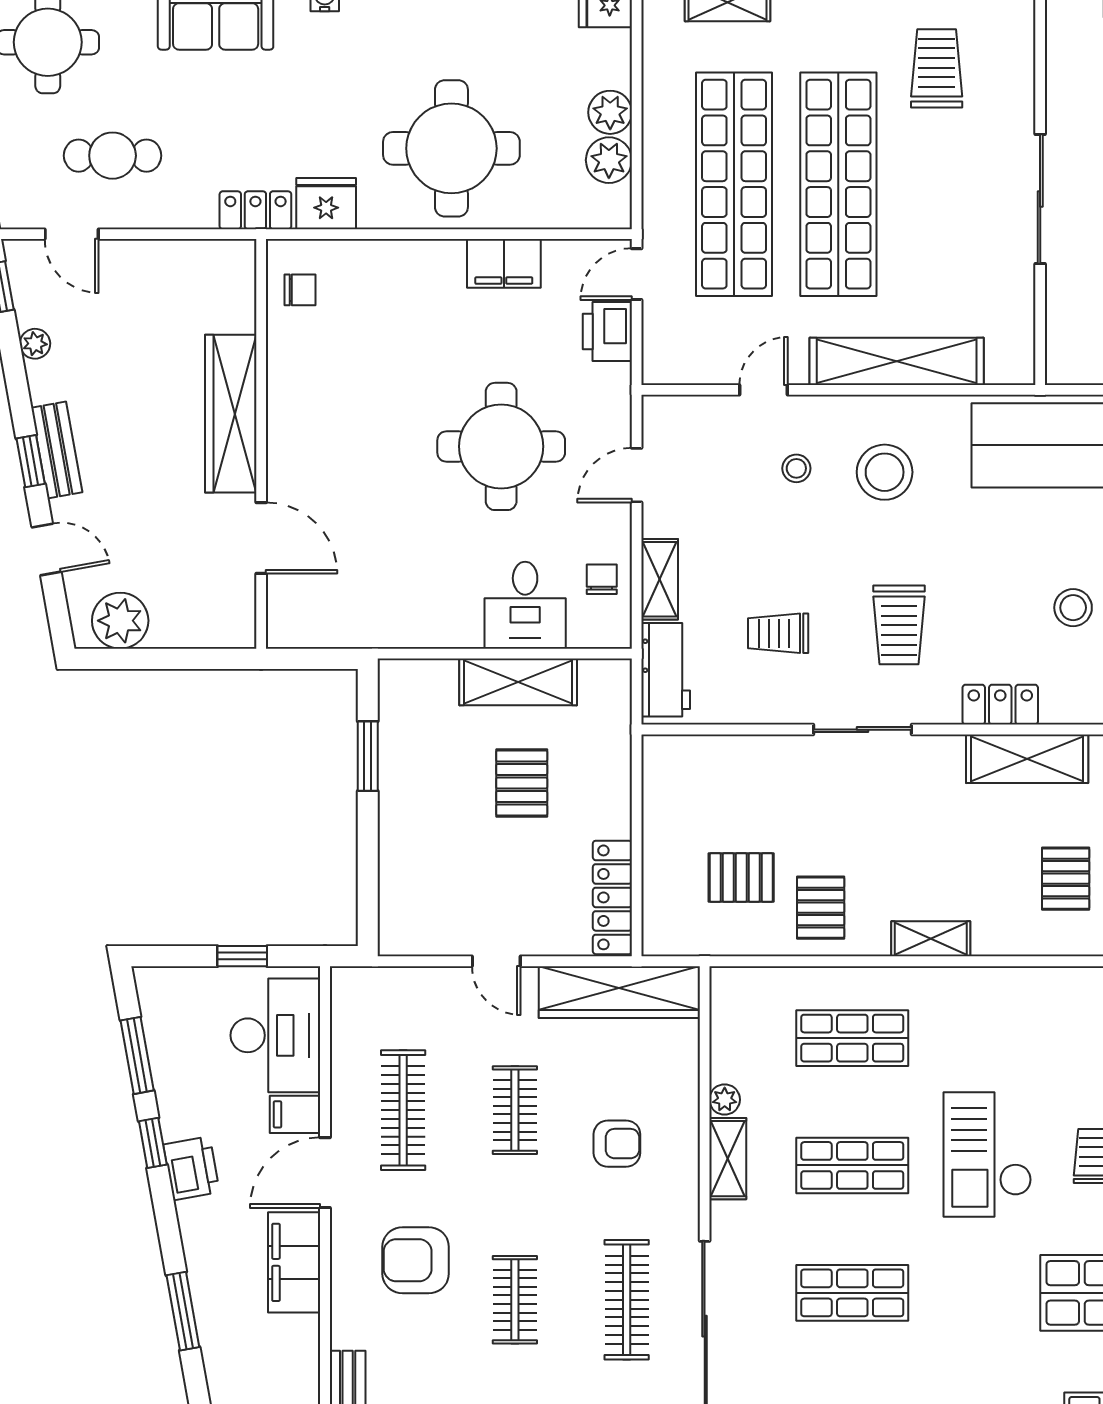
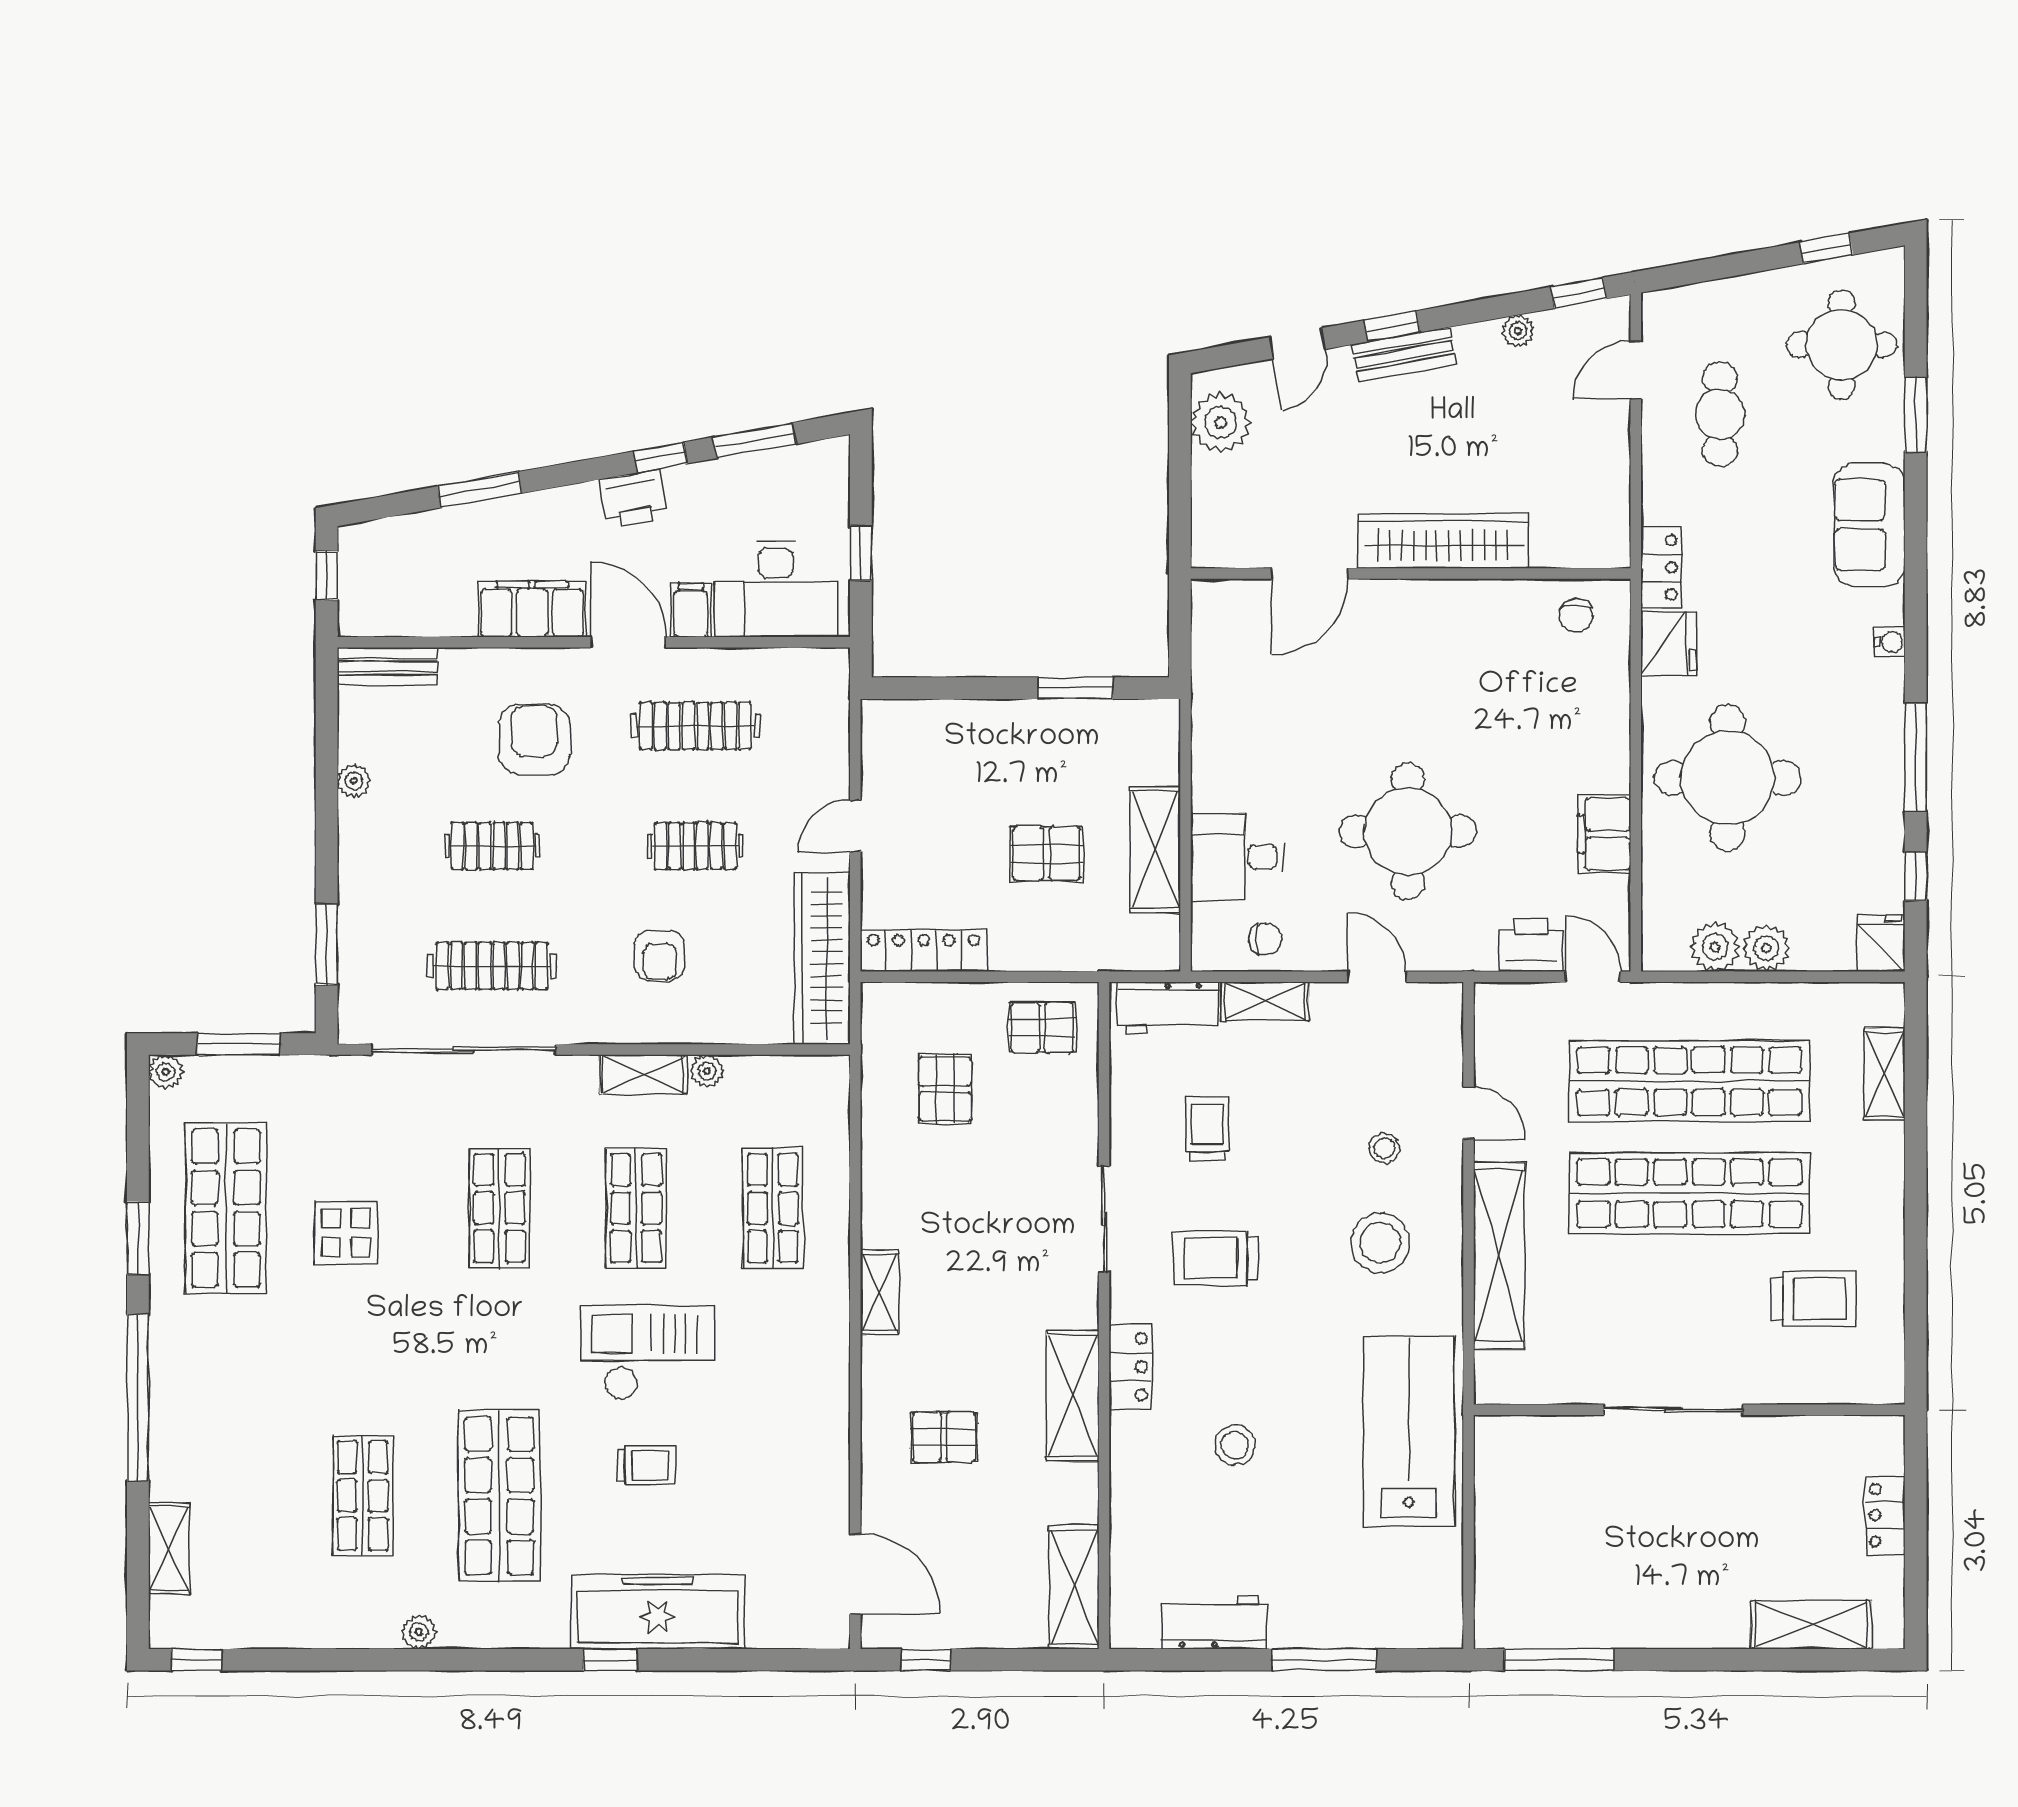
pallet: (821, 908) -> (1042, 1028), moved

